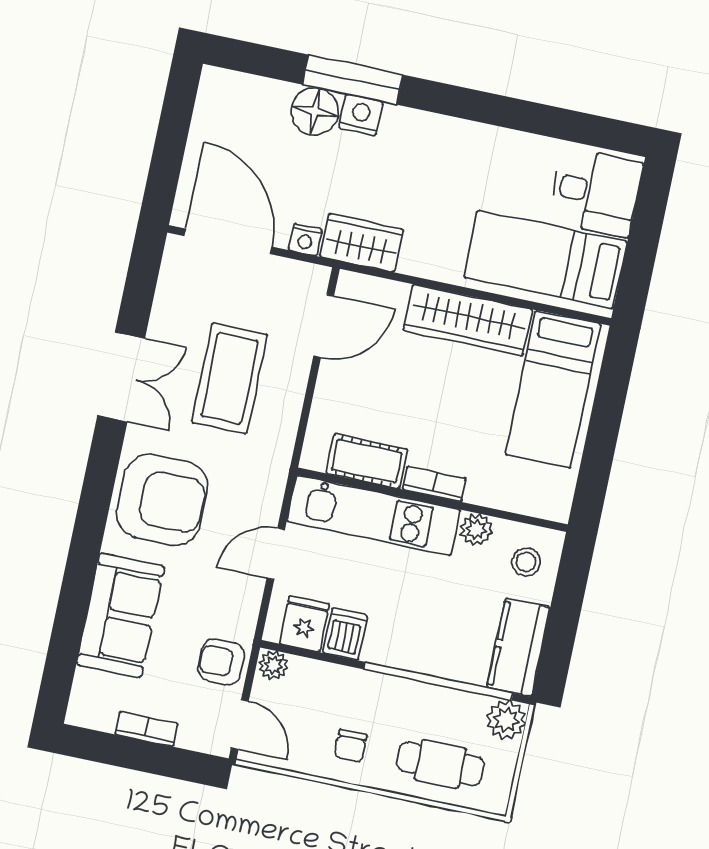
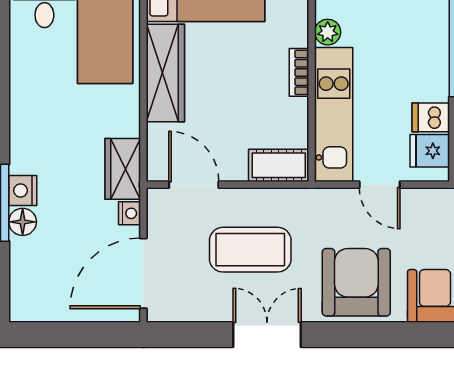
floor lamp: (315, 111) -> (23, 222), width x0.73, depth x0.73
cot: (367, 461) -> (279, 165), moved, turned 90

